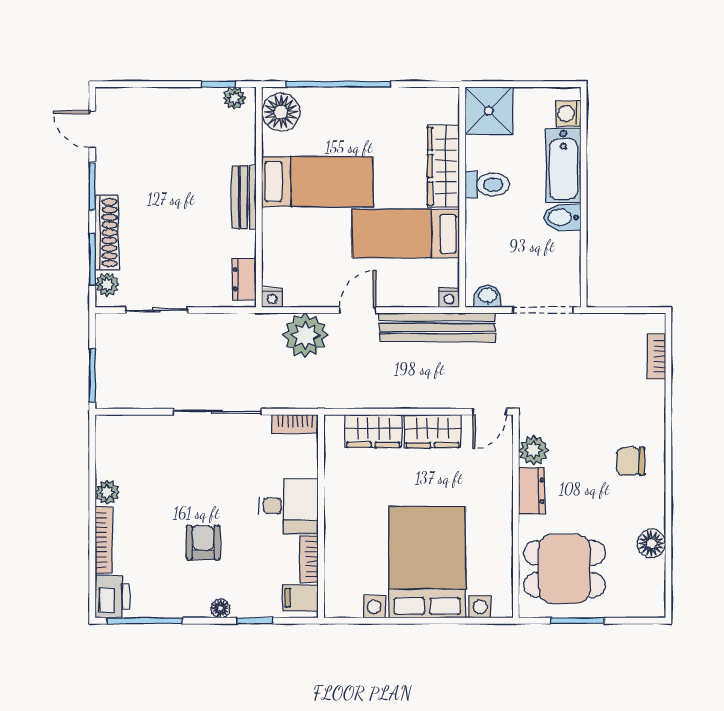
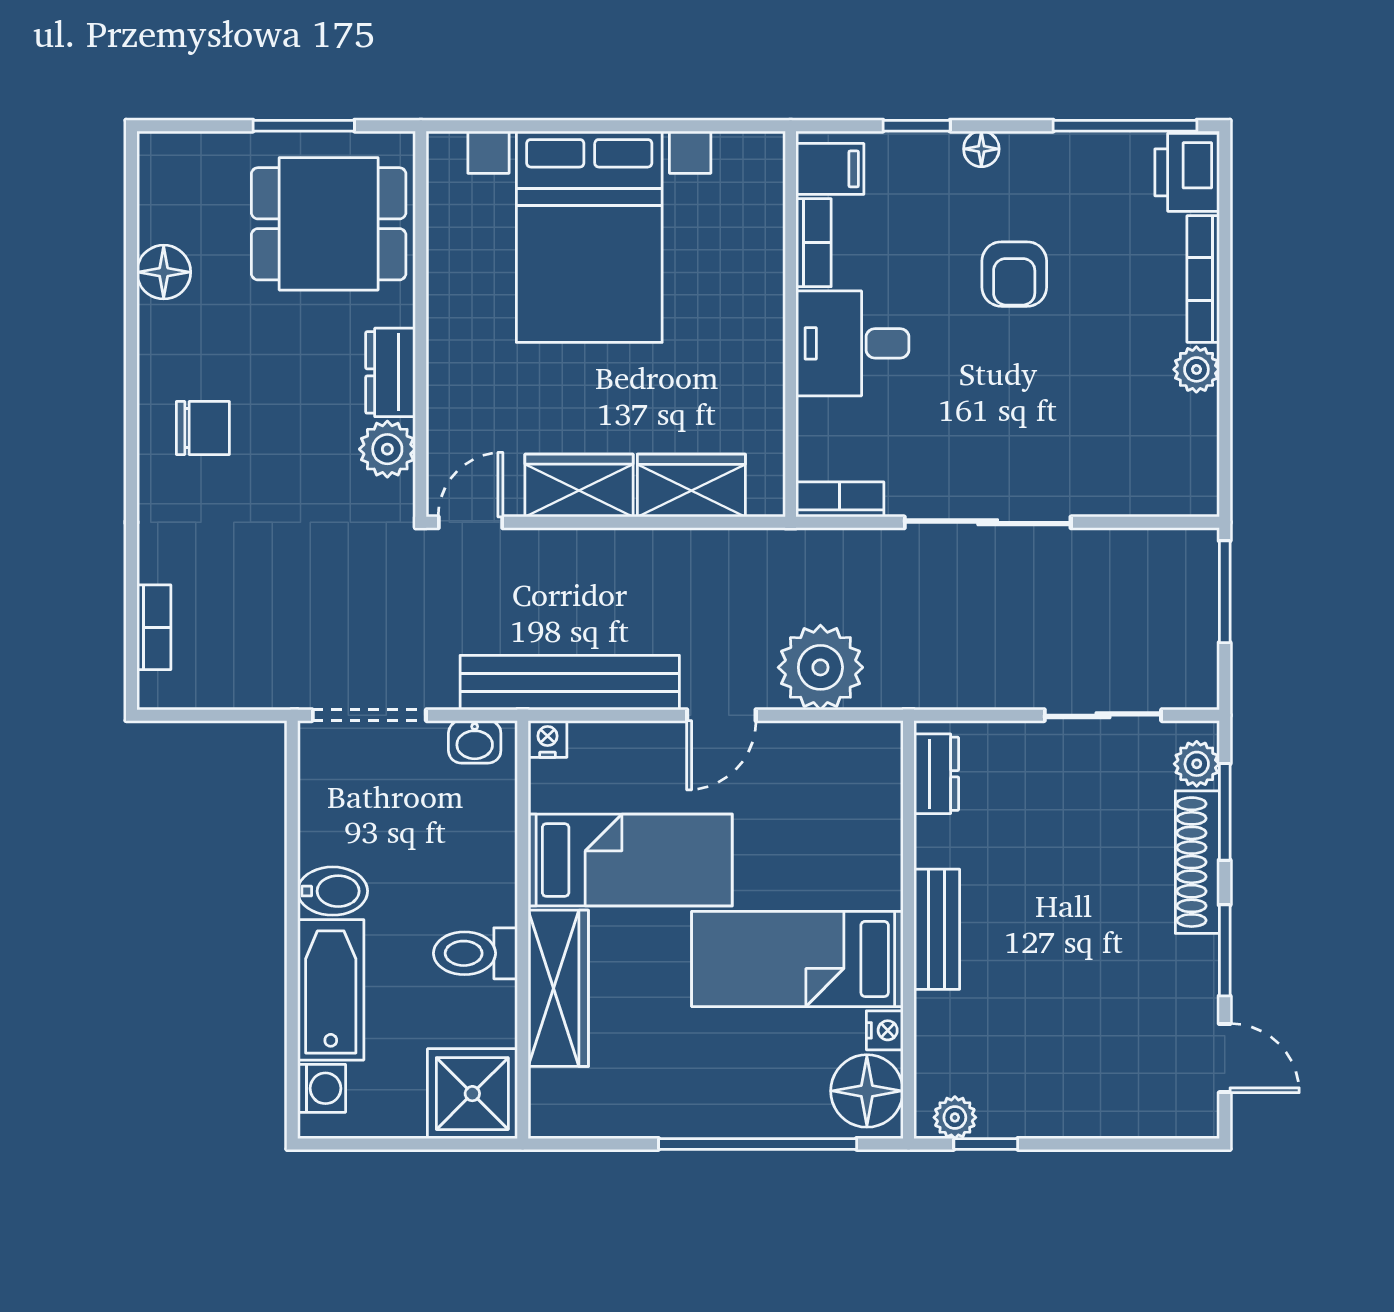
nightstand: (272, 298) -> (885, 1030), moved, turned 90

